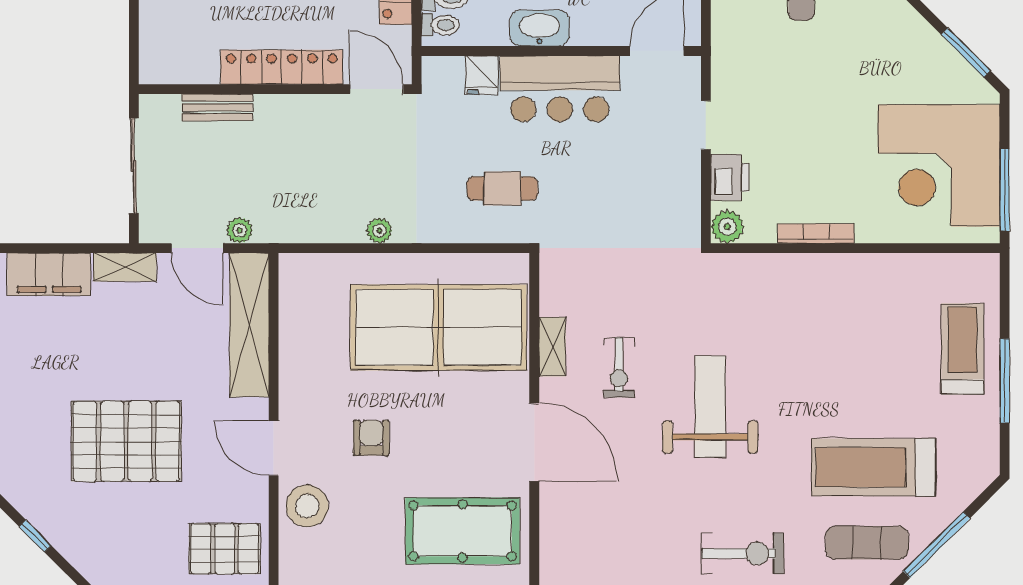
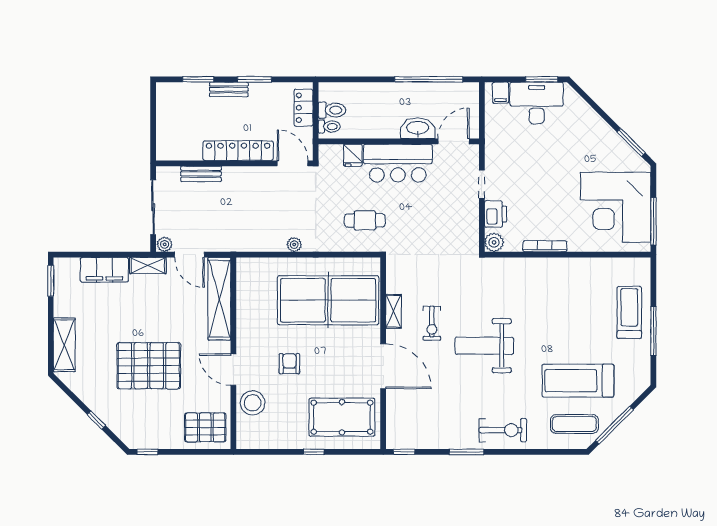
washbasin: (540, 28) -> (418, 128), moved
plant: (240, 230) -> (165, 244), moved
weight bench: (710, 407) -> (484, 346), turned -90

